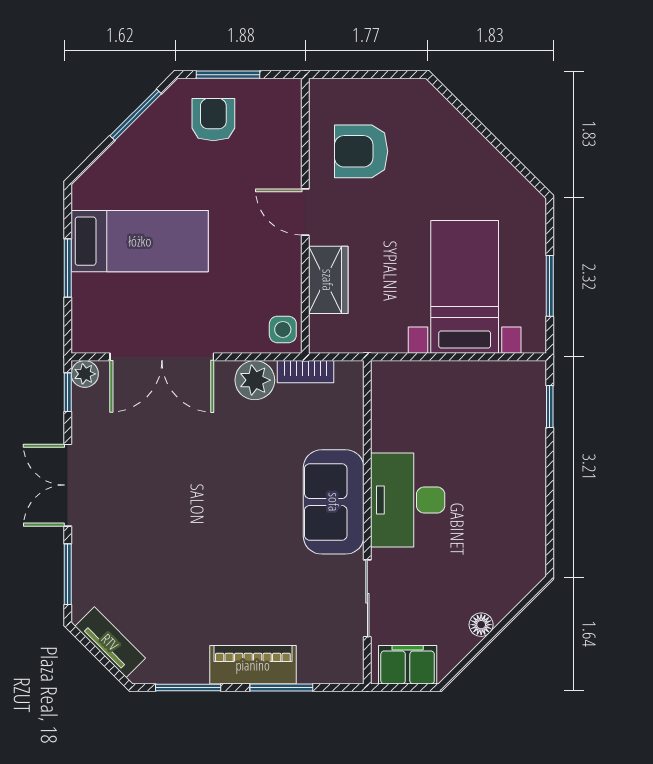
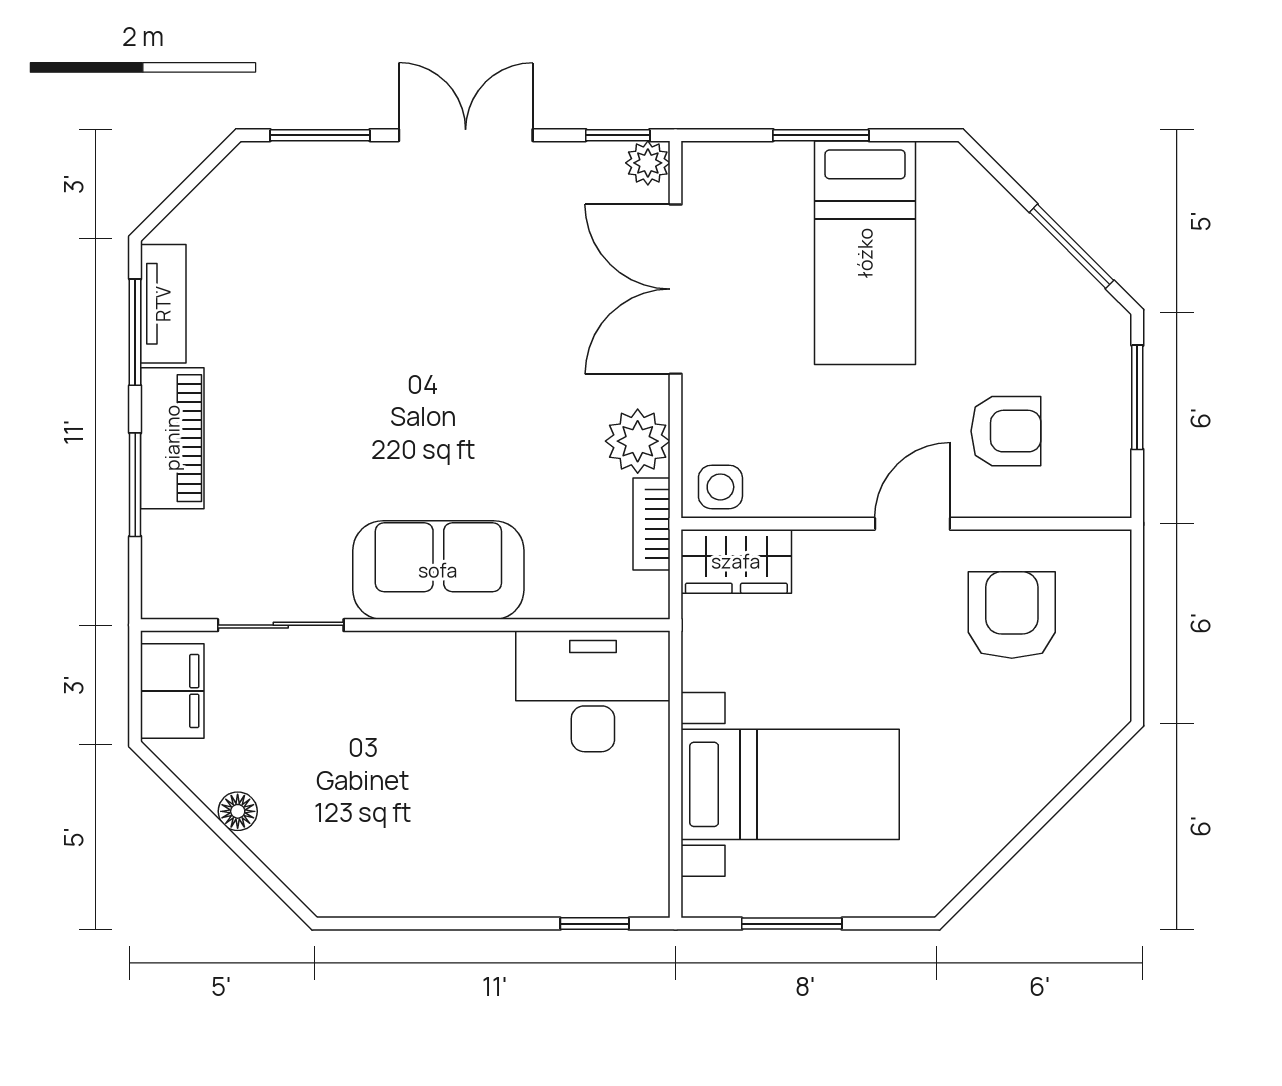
armchair: (213, 120) -> (1006, 431), moved
wardrobe: (328, 280) -> (736, 561), moved
desk: (408, 500) -> (593, 691), moved
tv unit: (110, 642) -> (163, 304), moved, turned -45

